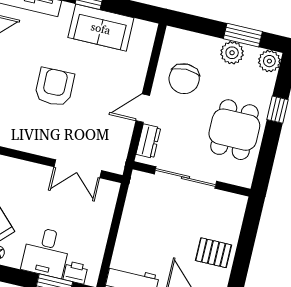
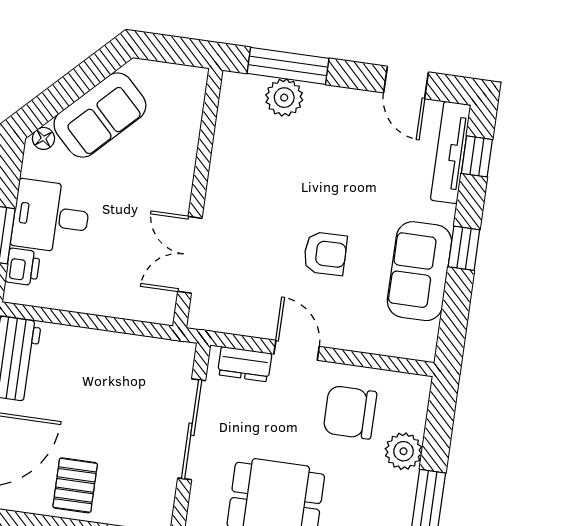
plant: (232, 53) -> (404, 451), moved
armchair: (54, 87) -> (325, 254), moved, width x0.72, depth x0.72

